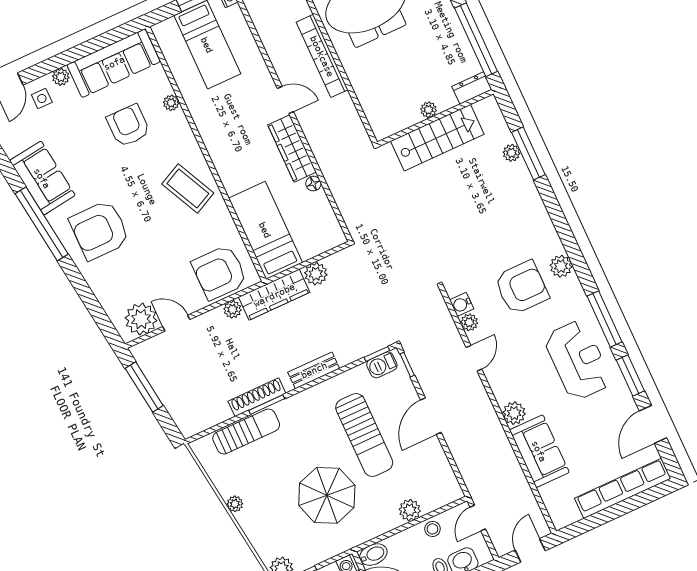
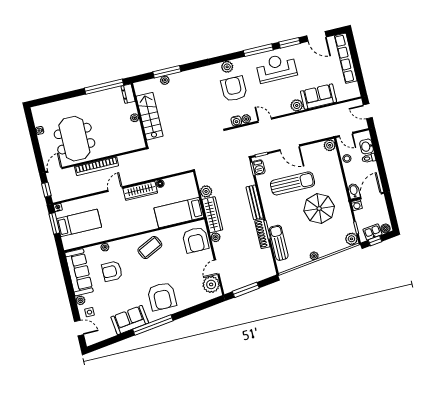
bench: (314, 370) -> (255, 202), width x1.36
plant: (410, 510) -> (330, 145), moved

